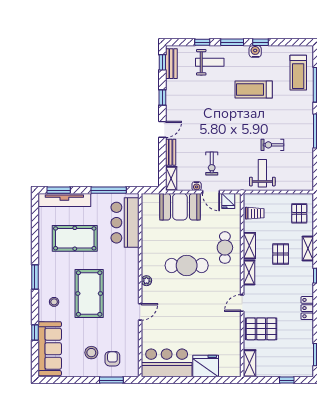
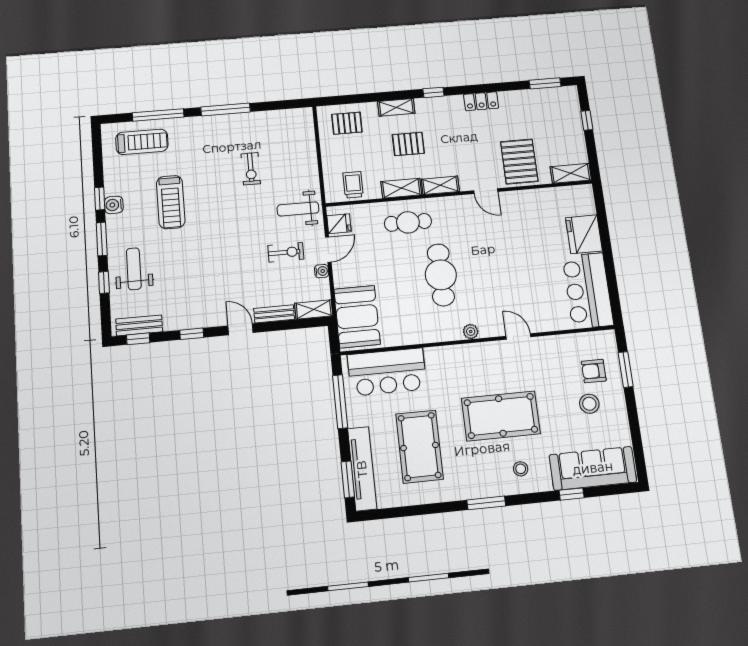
weight bench: (262, 173) -> (298, 209), moved
booth: (180, 207) -> (357, 317), moved

